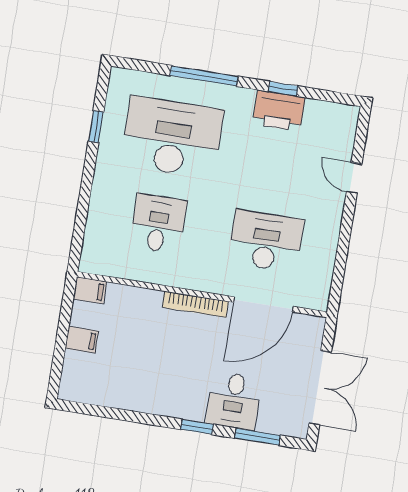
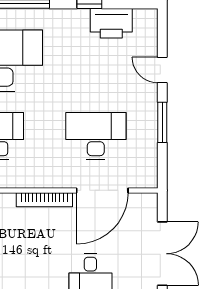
printer: (279, 111) -> (111, 23), moved
window: (344, 238) -> (162, 122), added

